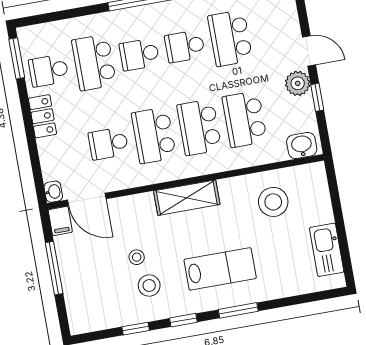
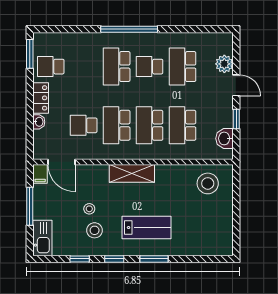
school desk: (139, 54) -> (117, 67), width x1.85
school desk: (94, 62) -> (84, 67), removed
plant: (298, 83) -> (224, 64), moved
washbasin: (302, 146) -> (225, 138), moved, turned -90
washbasin: (53, 192) -> (39, 122), moved
stool: (273, 202) -> (208, 183), moved
kitchen sink: (327, 250) -> (42, 238), moved, turned 180

